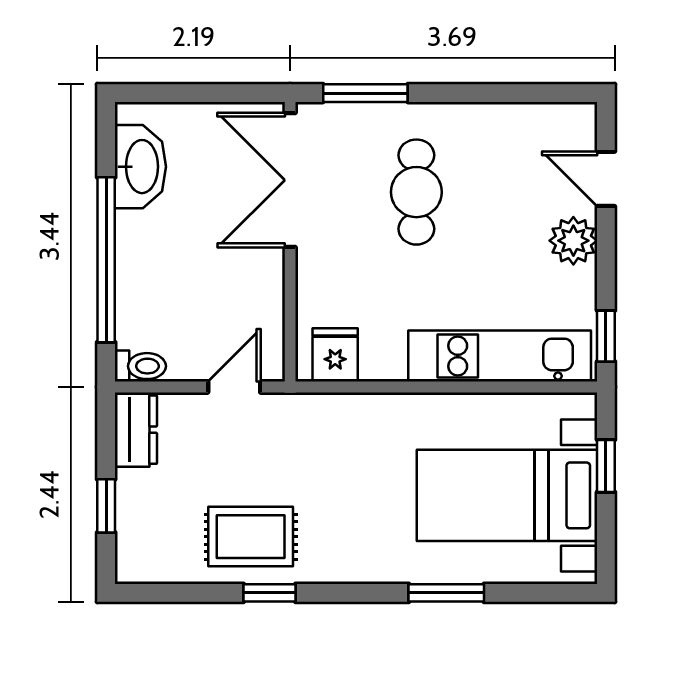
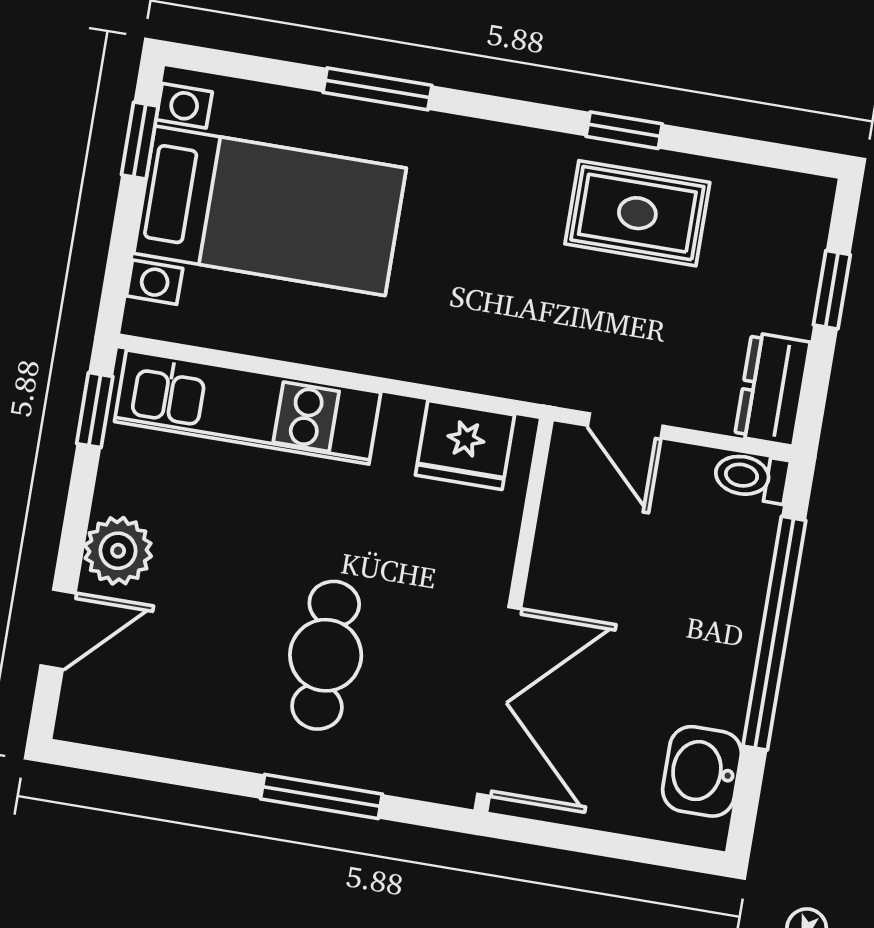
window: (365, 93) -> (321, 796), moved
washbasin: (140, 167) -> (702, 771), width x0.72
door: (606, 179) -> (58, 629), hinge flipped
fridge: (335, 355) -> (465, 445), width x1.38
door: (234, 387) -> (625, 426), hinge flipped
window: (606, 466) -> (140, 140), moved

